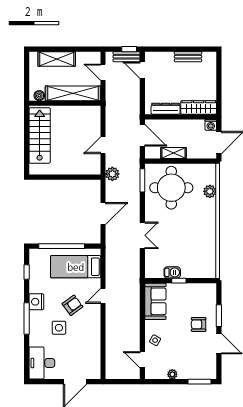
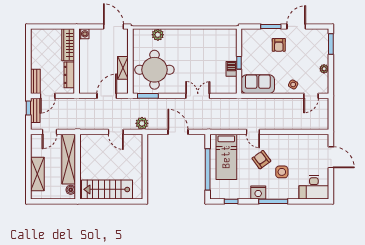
bench: (188, 57) -> (35, 81), moved
wardrobe: (199, 107) -> (68, 45), moved
dresser: (166, 109) -> (69, 75), moved
wall: (181, 117) -> (77, 61), moved
washing machine: (211, 125) -> (84, 34), moved

